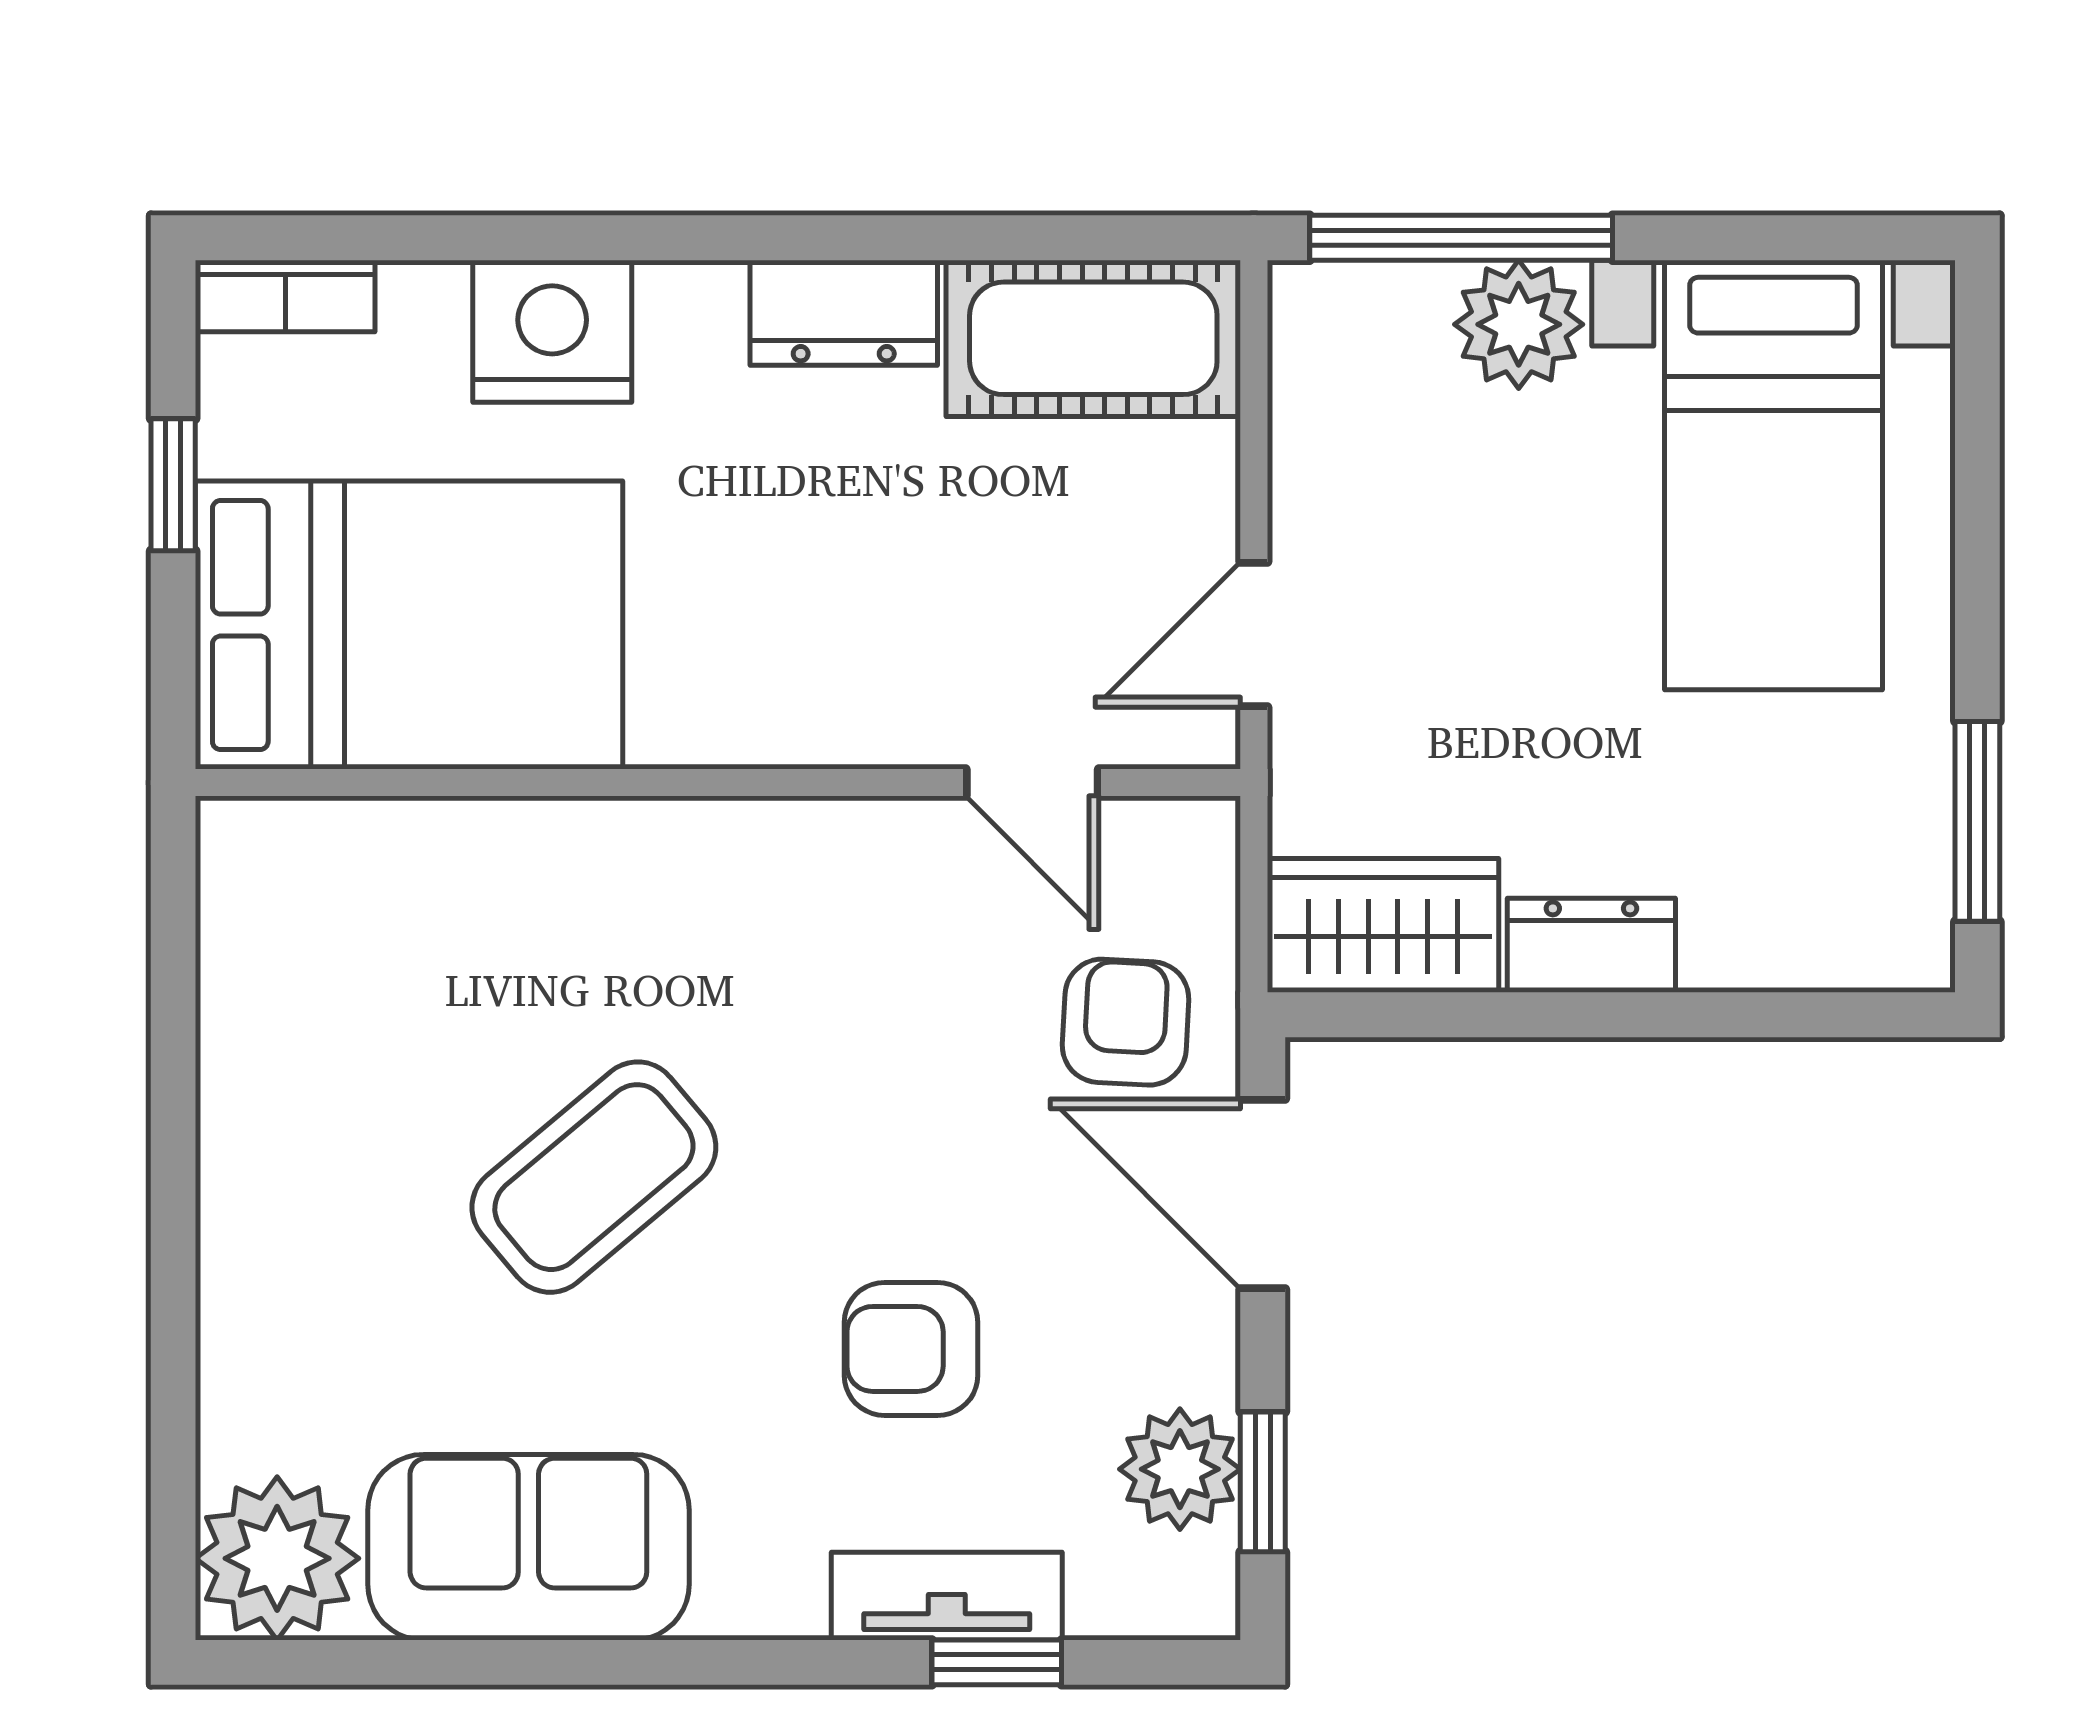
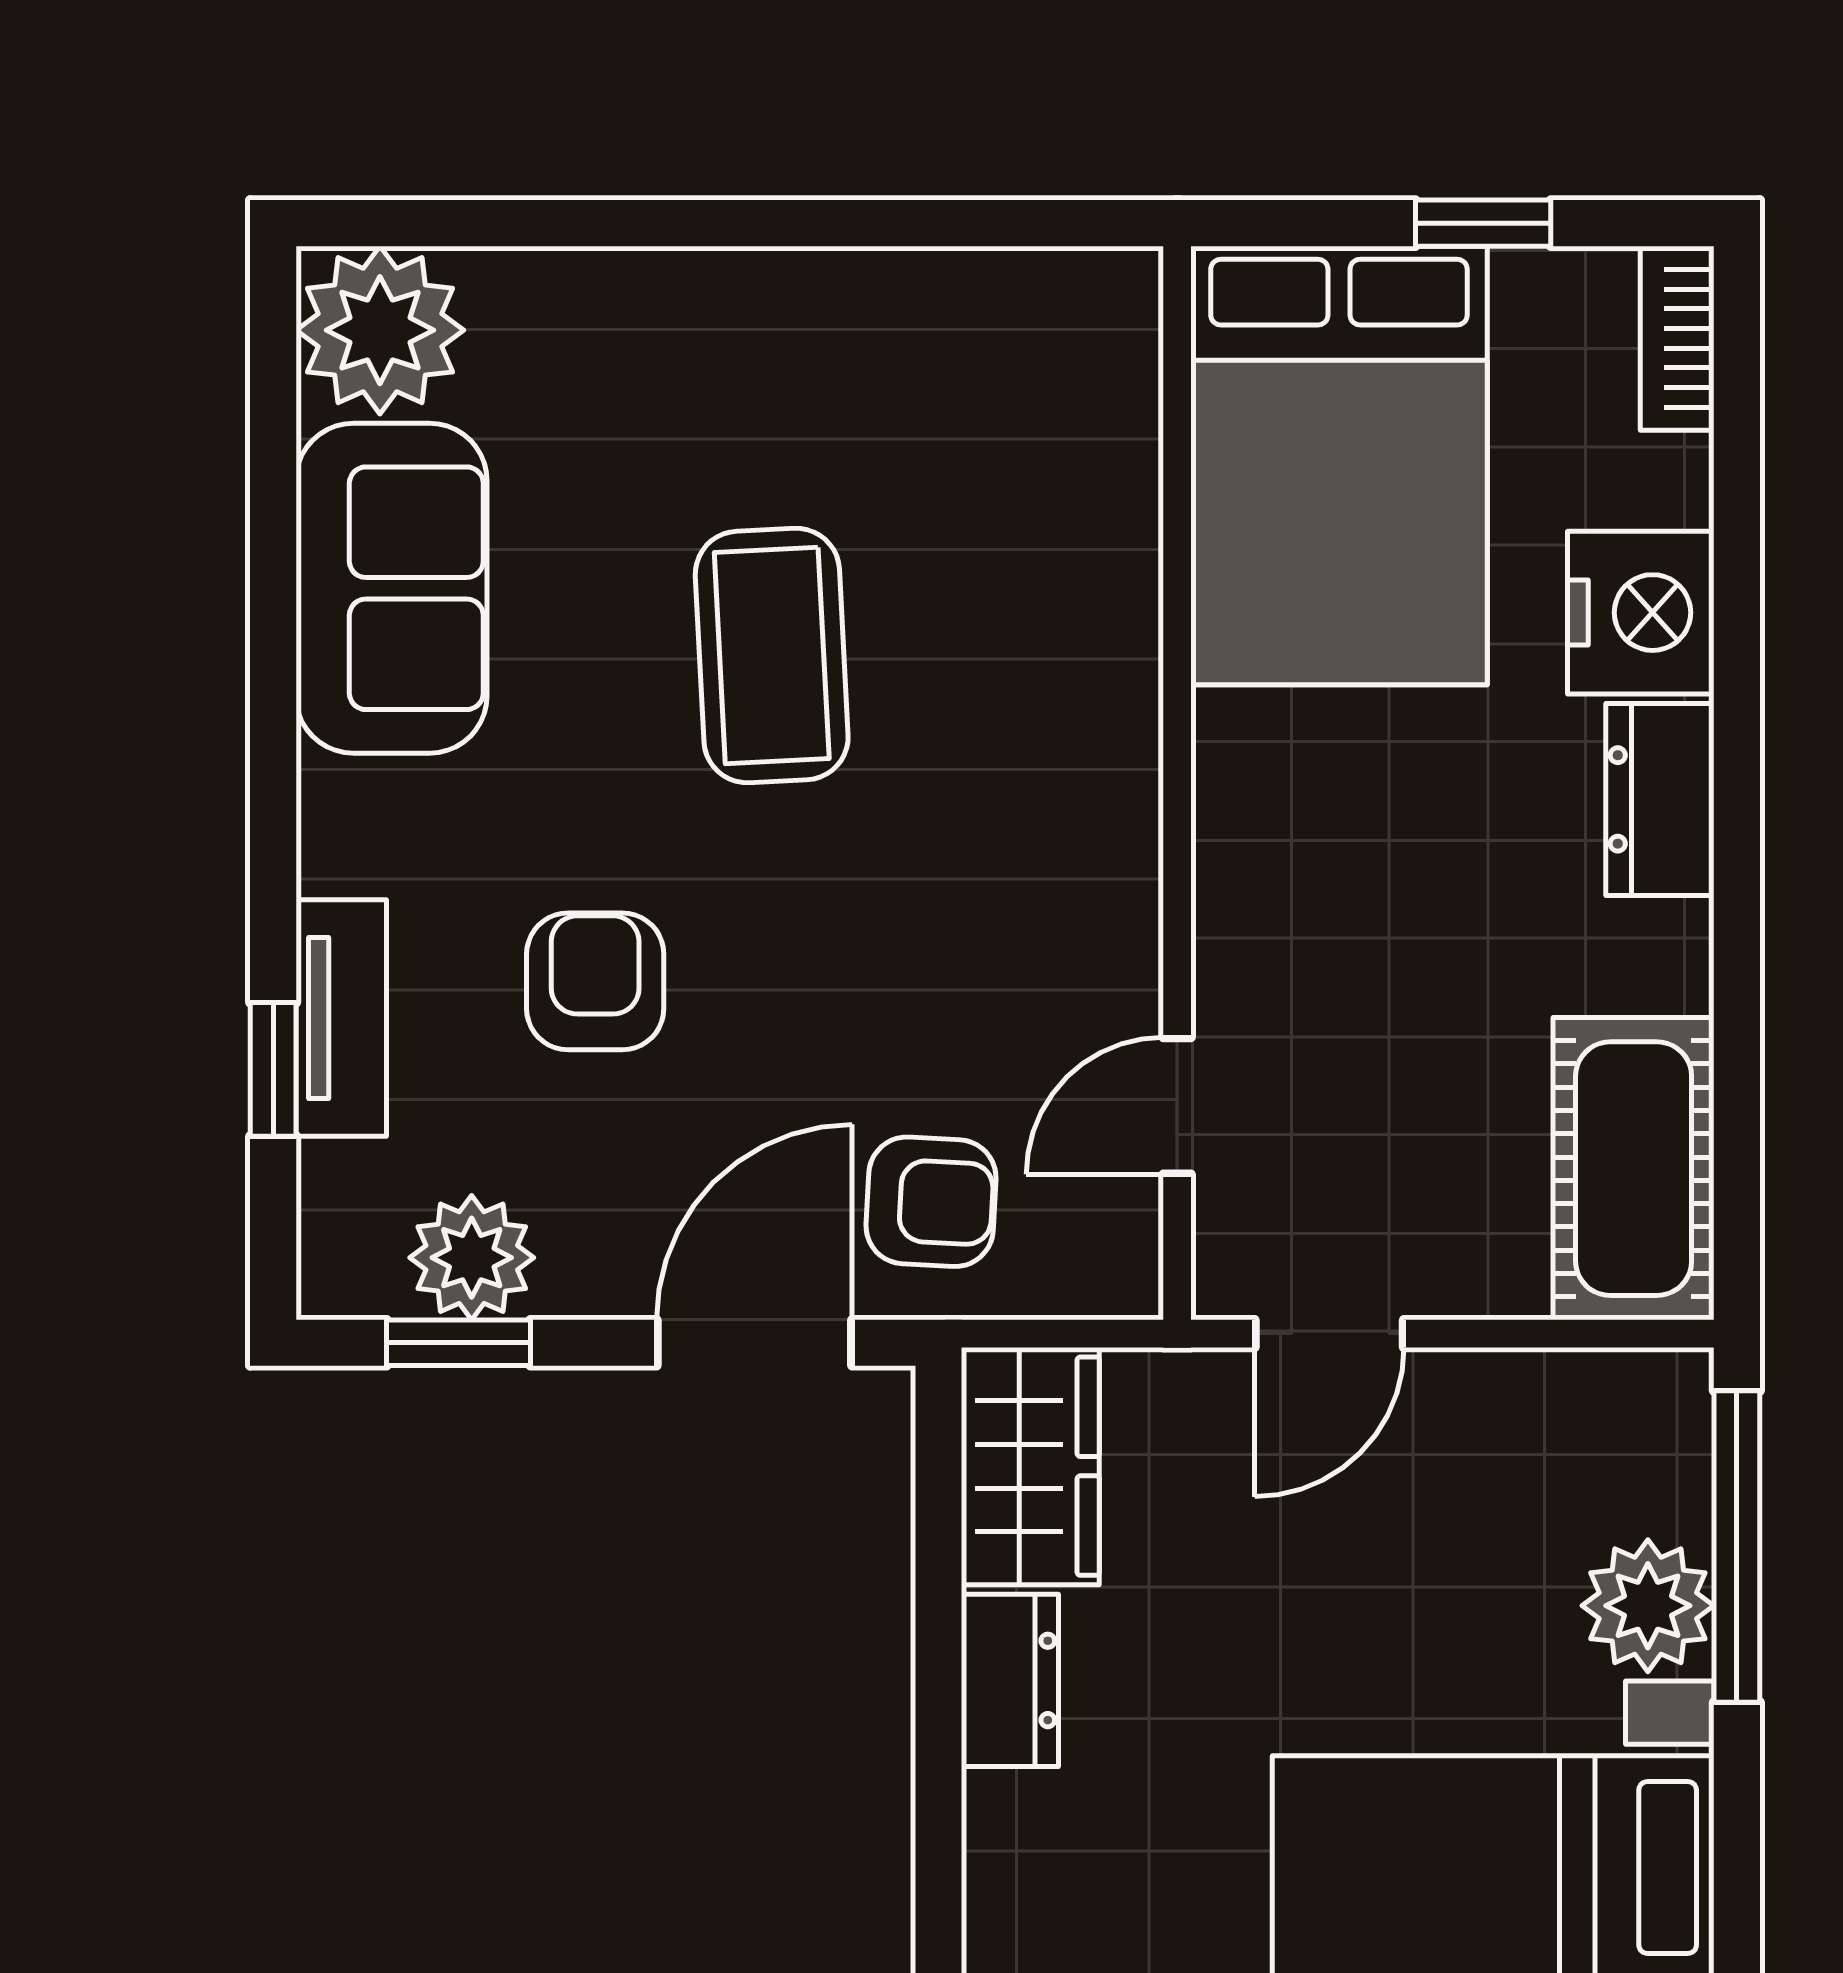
dresser: (844, 313) -> (1660, 799), moved
door: (1254, 634) -> (1329, 1334), swing flipped
coffee table: (594, 1177) -> (772, 656), turned 37

